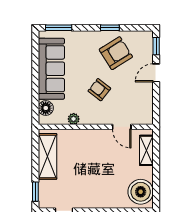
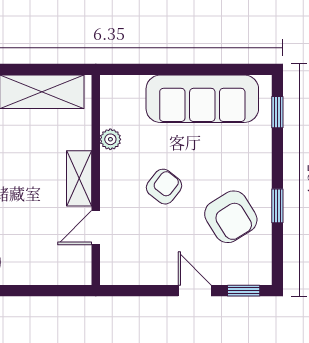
window: (59, 28) -> (277, 112), width x0.67
floor lamp: (46, 108) -> (130, 88), removed
shelving: (146, 150) -> (79, 178), moved, turned 90

